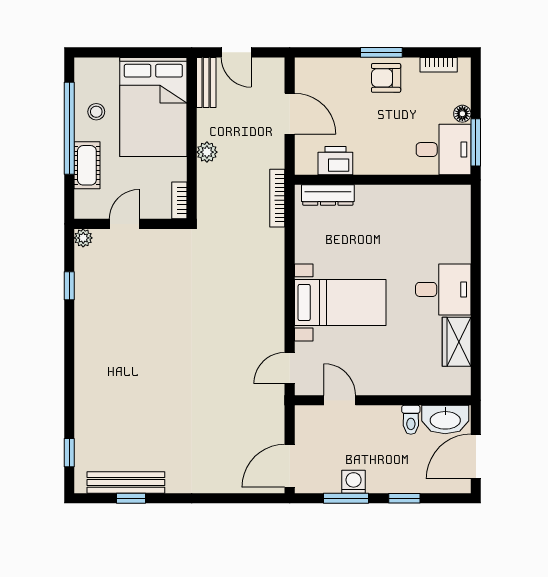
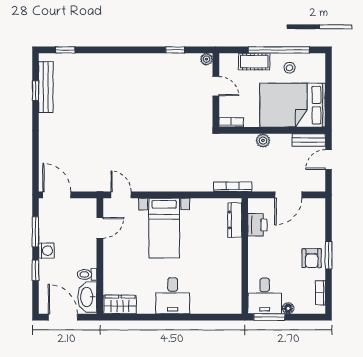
armchair: (386, 78) -> (312, 258), turned 180
wardrobe: (457, 342) -> (120, 305), moved
washing machine: (354, 482) -> (46, 251), moved

